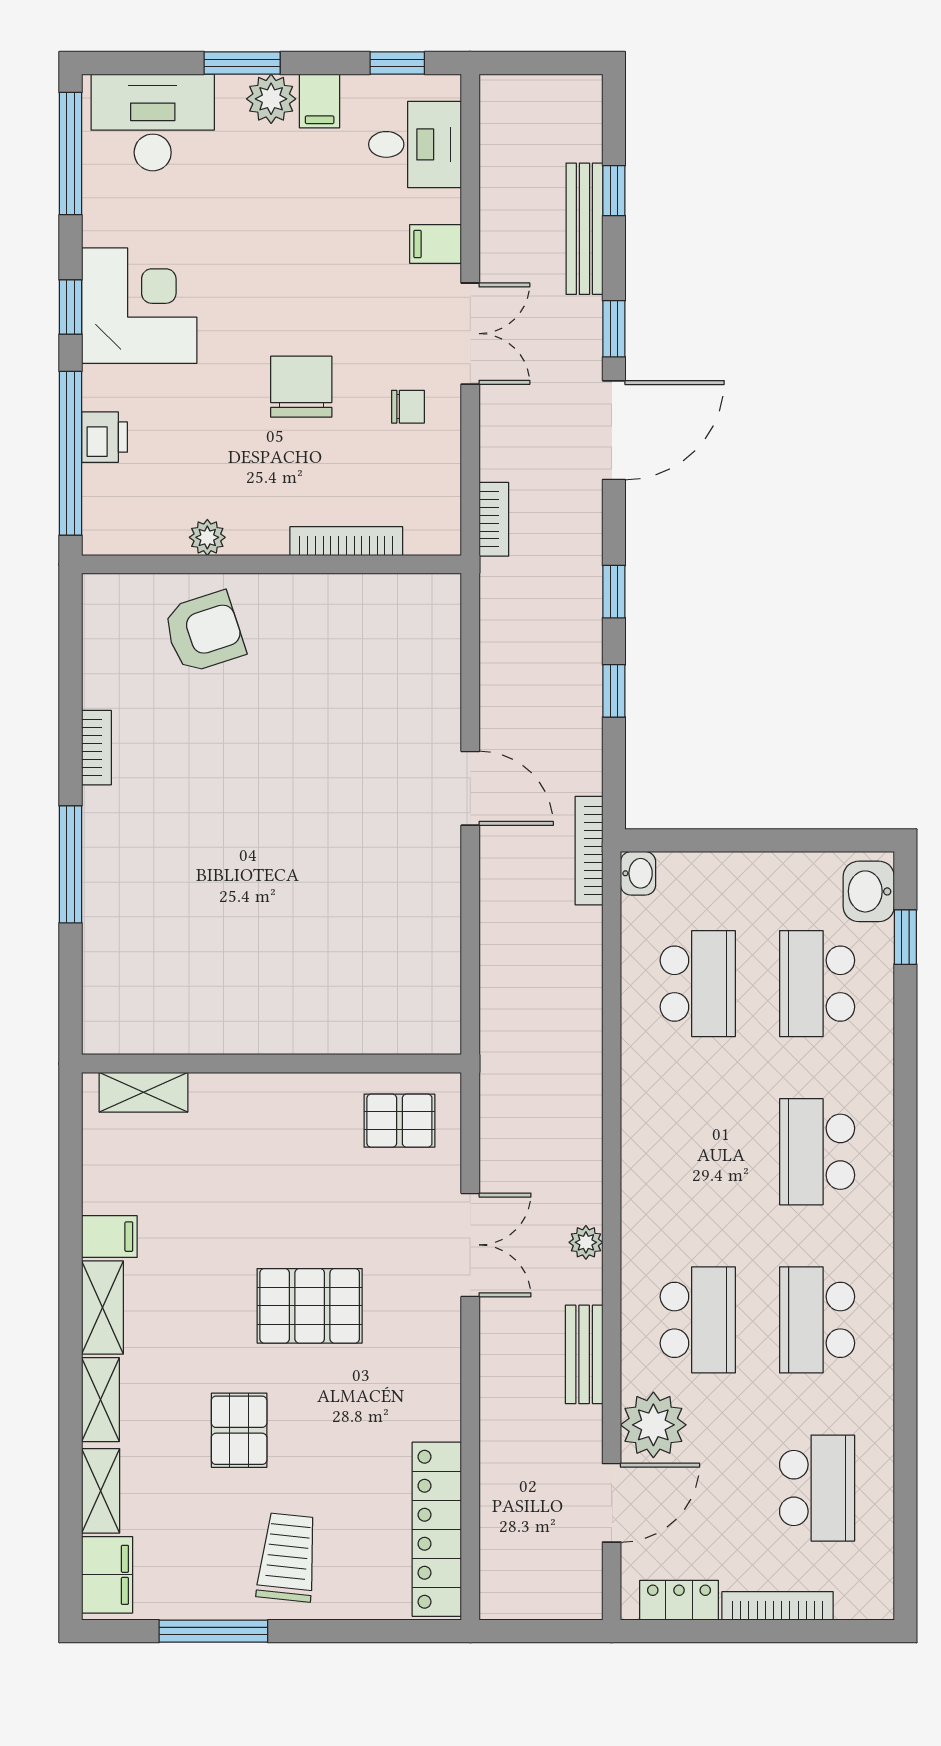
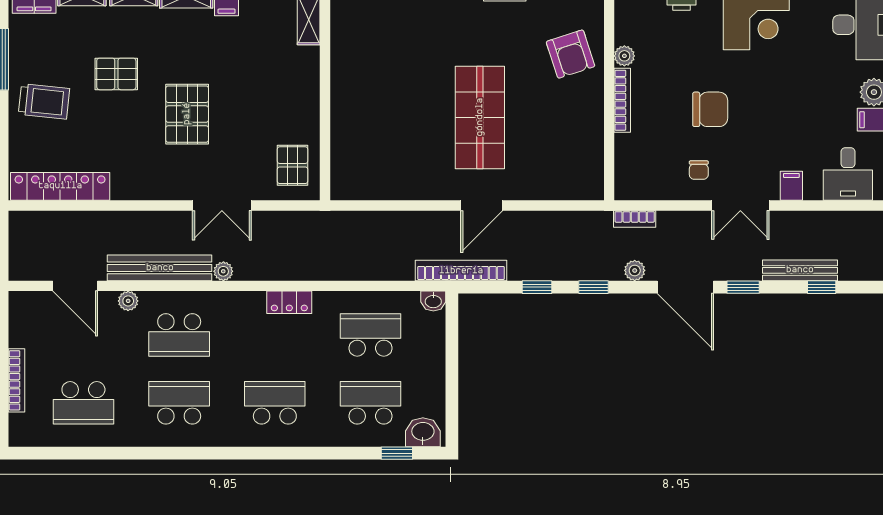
plant: (585, 519) -> (635, 270), added
bookcase: (346, 541) -> (622, 100), moved
shop shelf: (316, 791) -> (480, 117), added
bookcase: (589, 851) -> (461, 271), width x1.48, depth x1.31
school desk: (698, 984) -> (370, 335), turned 180
bench: (584, 1354) -> (160, 268), width x1.86, depth x1.21
plant: (653, 1425) -> (128, 301), width x0.53, depth x0.53
locker: (679, 1600) -> (289, 302), moved, turned 90

